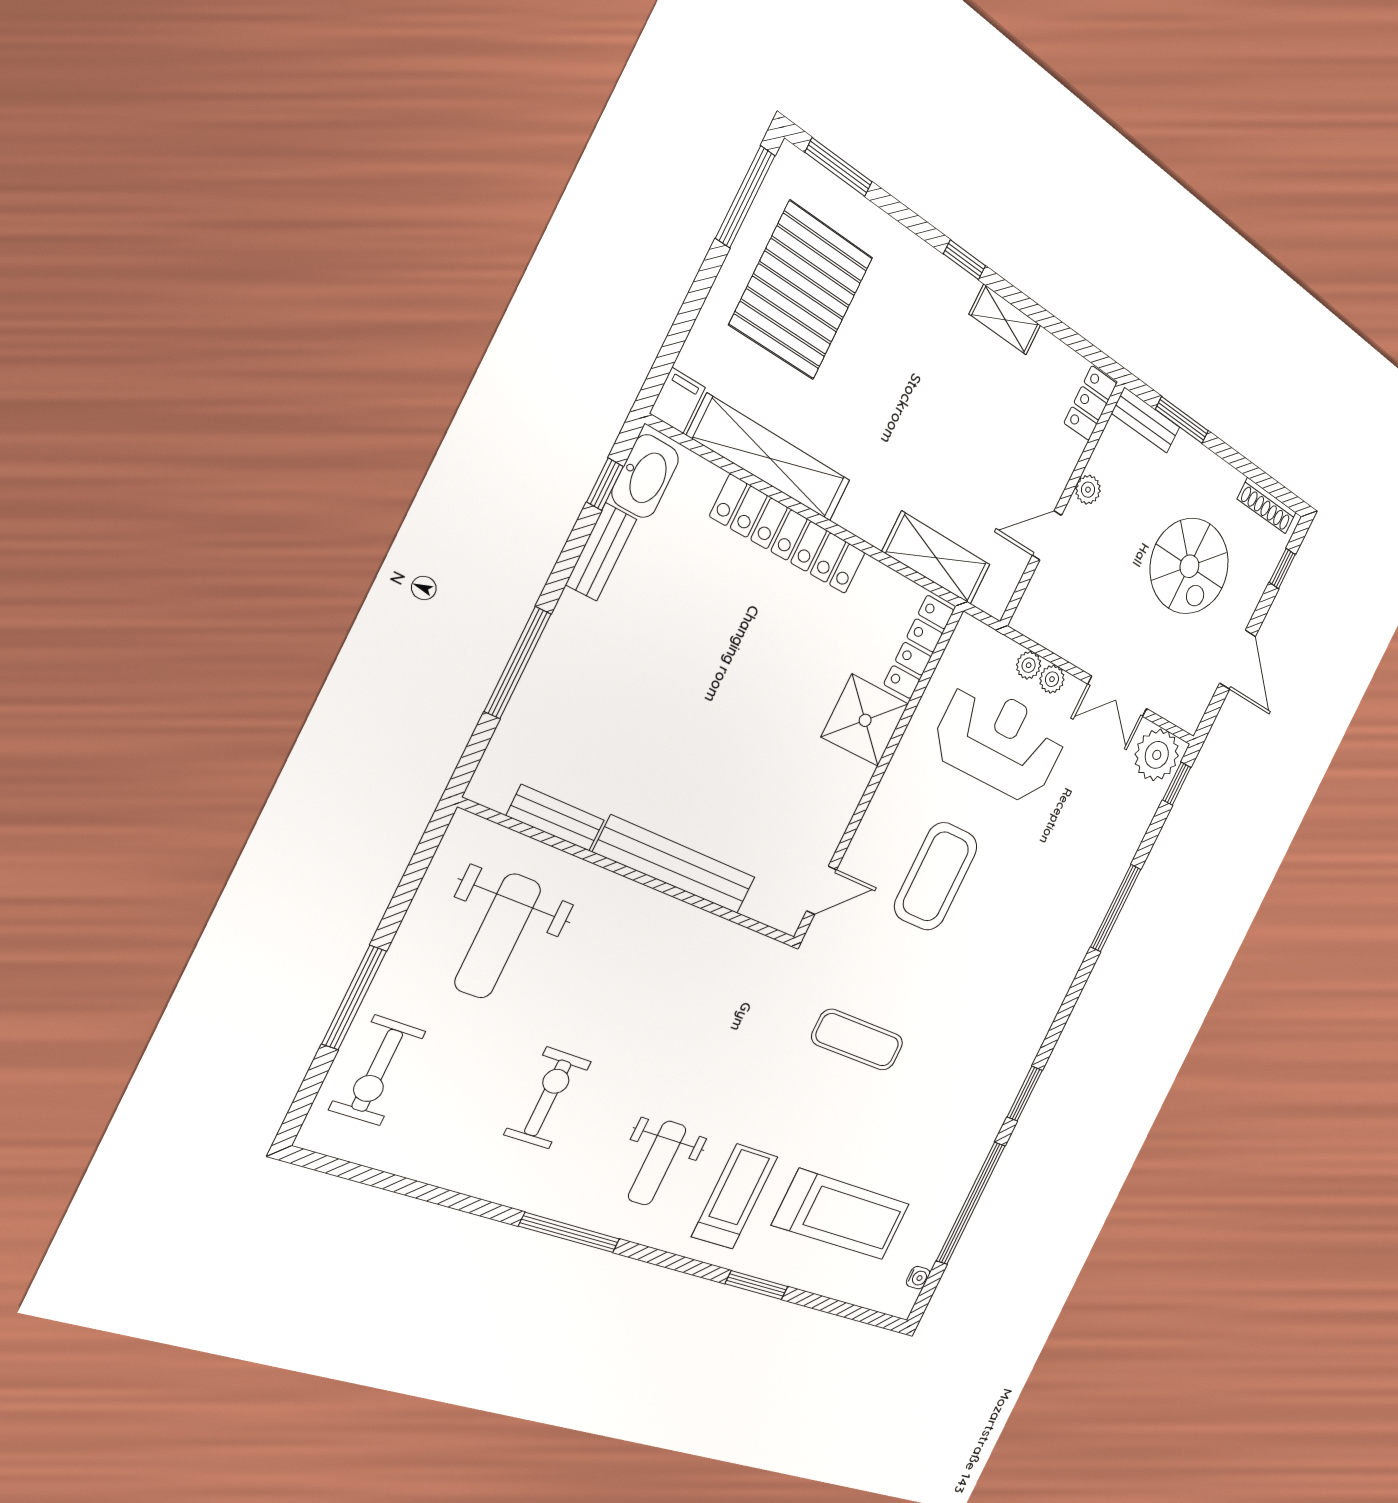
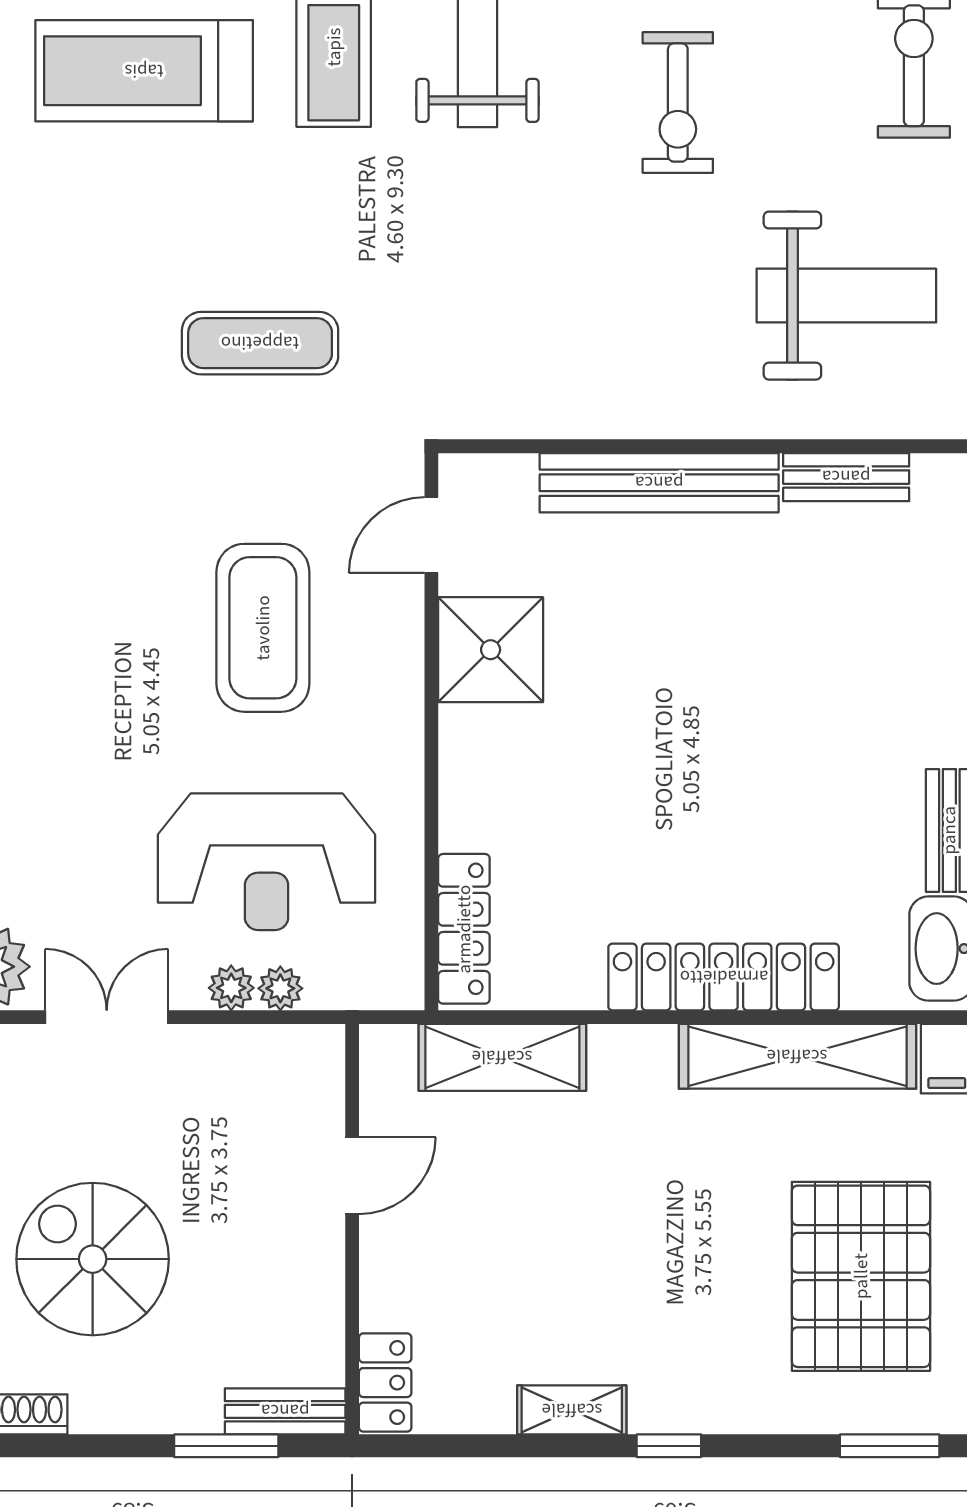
plant: (1088, 490) -> (323, 1270), removed
shower: (865, 720) -> (491, 650), moved
weight bench: (498, 936) -> (846, 296), turned 90

